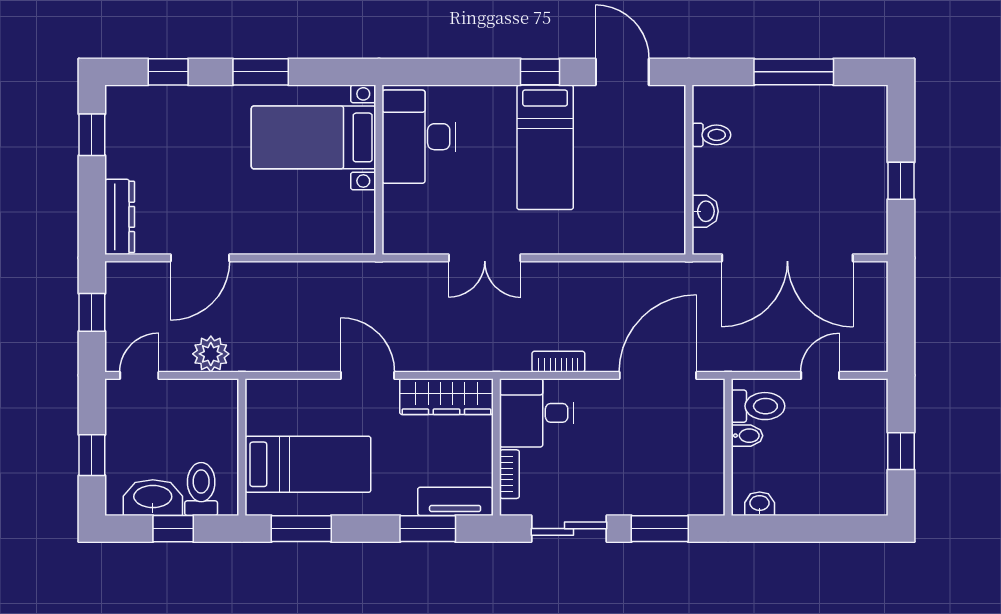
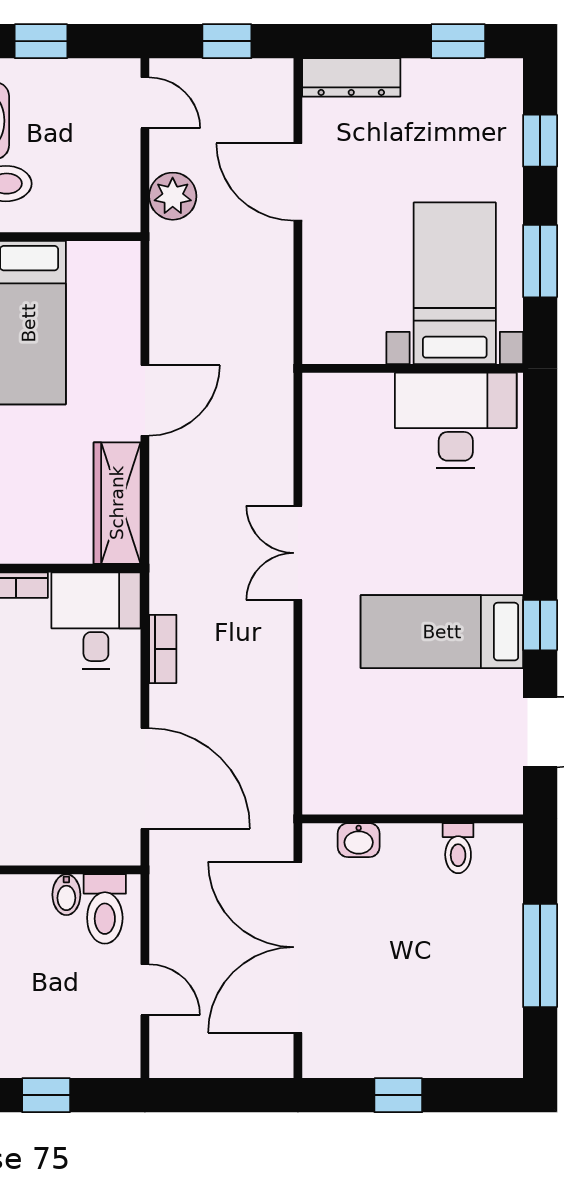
bed with nightstands: (314, 137) -> (455, 283), moved
desk: (419, 137) -> (456, 420), moved
wall: (379, 170) -> (413, 368), moved

